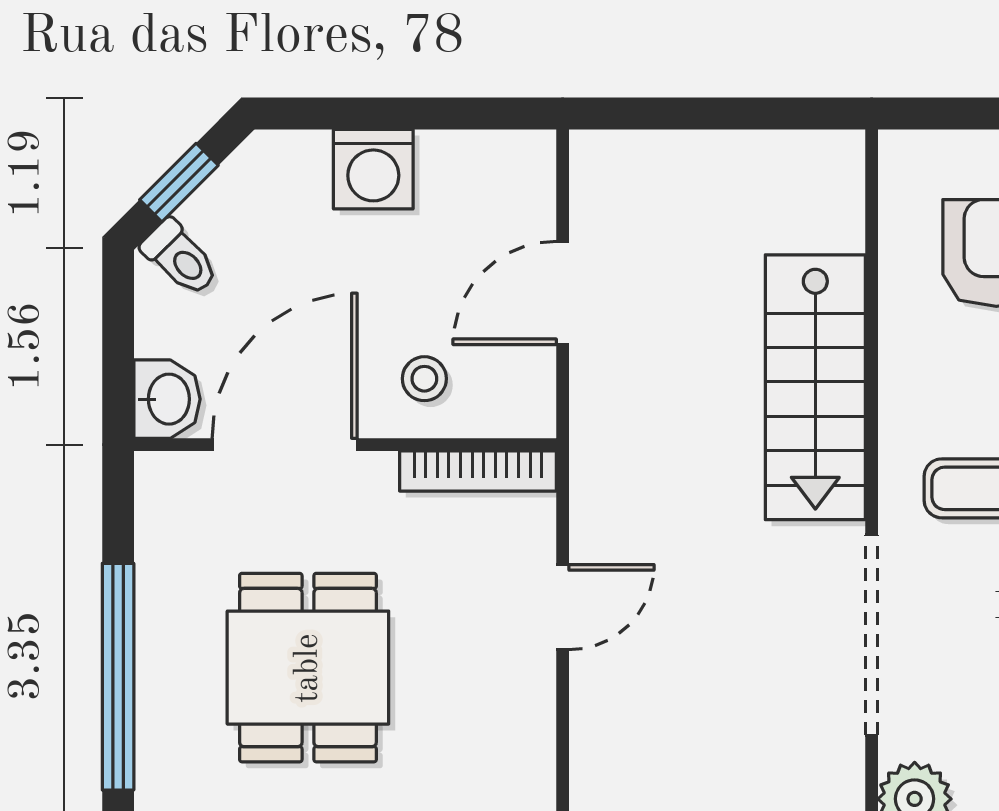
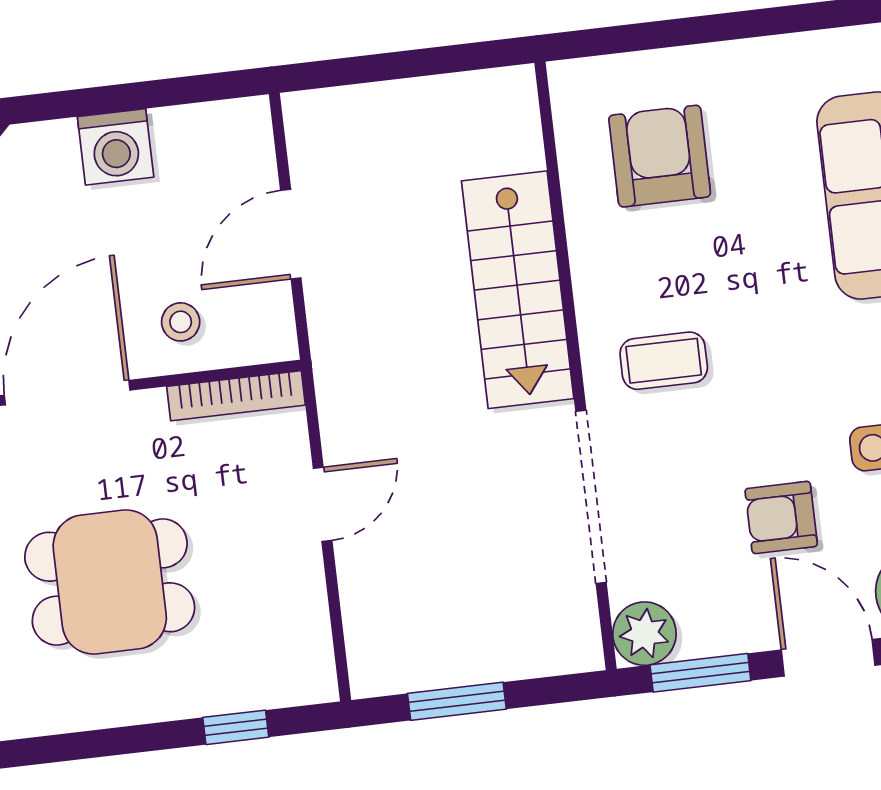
dining table: (308, 668) -> (110, 582), turned 90

